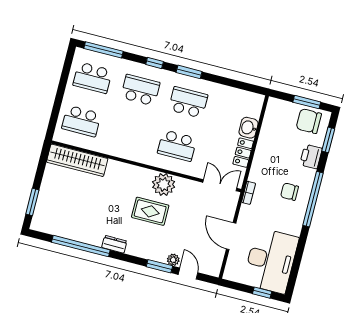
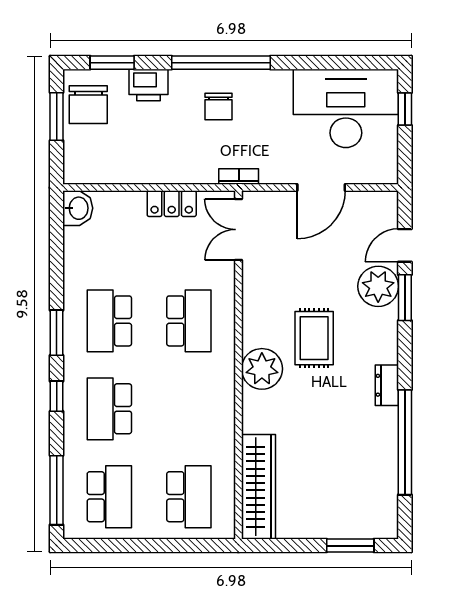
washbasin: (249, 128) -> (78, 208), moved, turned -90
plant: (164, 184) -> (262, 369), moved
plant: (173, 260) -> (378, 286), width x1.88, depth x1.88

